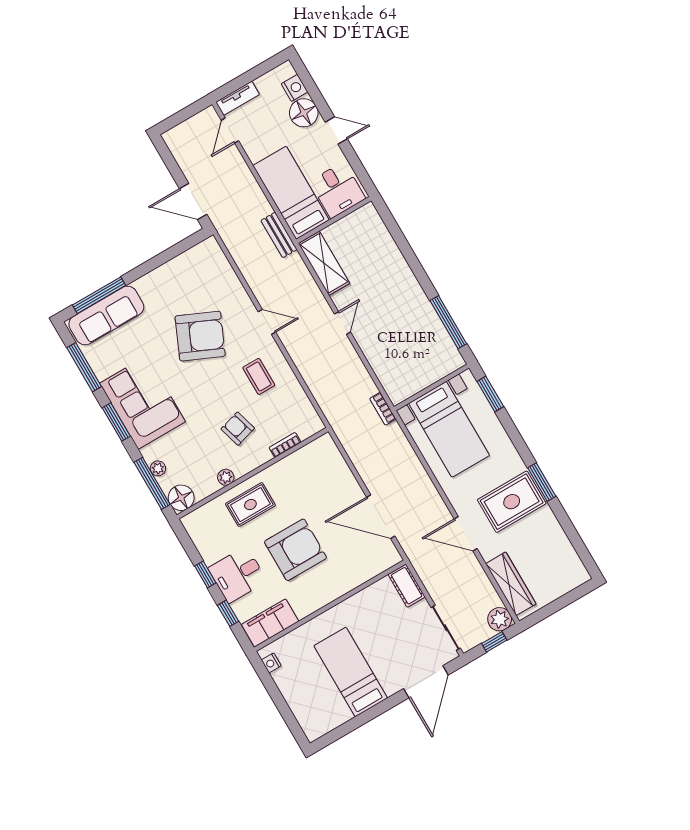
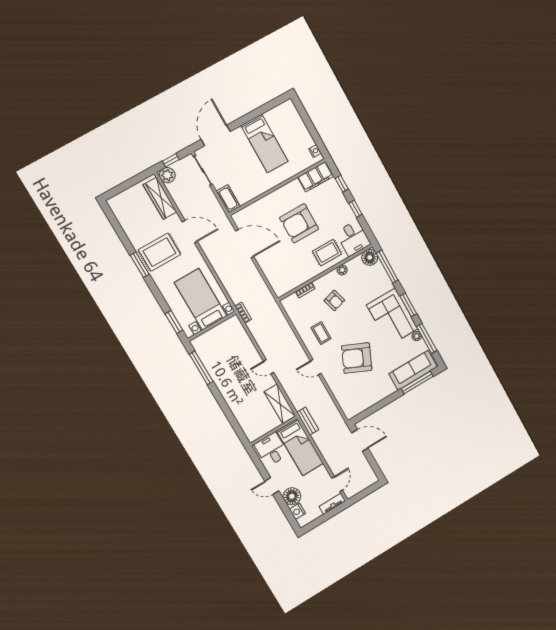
door: (342, 323) -> (269, 367), hinge flipped
plant: (158, 468) -> (417, 336), moved
desk: (238, 575) -> (353, 238), moved, turned 90

